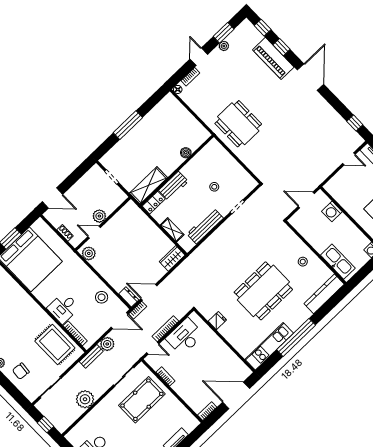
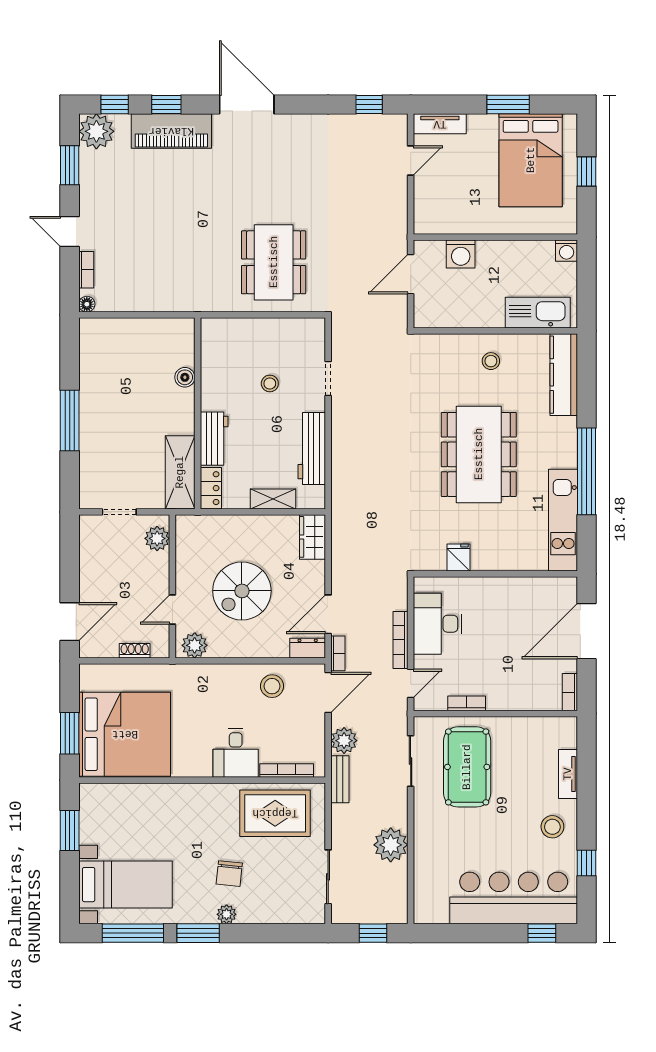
plant: (224, 46) -> (96, 131), moved, width x1.88, depth x1.88
dining table: (238, 124) -> (274, 262), moved, turned 90
plant: (99, 216) -> (157, 538), moved
spiral stairs: (126, 252) -> (242, 591), added
chair: (21, 371) -> (229, 874), moved

